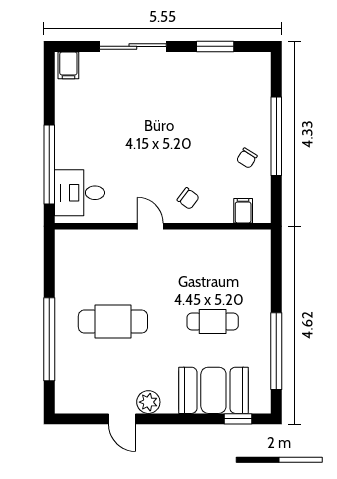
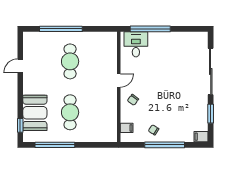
sliding door: (133, 46) -> (211, 72), width x1.36
filing cabinet: (68, 65) -> (201, 137), moved
cafe table: (213, 322) -> (70, 112), width x1.37, depth x1.35
plant: (148, 402) -> (29, 79), removed

